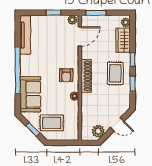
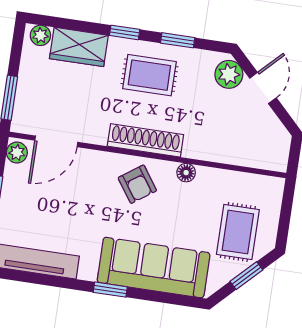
door: (80, 36) -> (56, 141), swing flipped
window: (18, 70) -> (110, 290), width x0.32
armchair: (66, 75) -> (137, 184), turned 55
sofa: (30, 94) -> (154, 268), width x1.36
plant: (98, 131) -> (229, 74), moved

